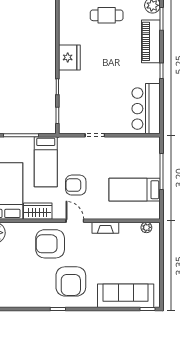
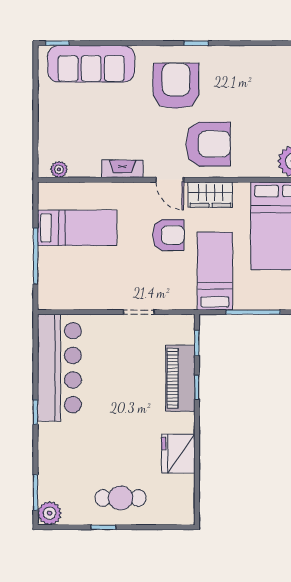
piano: (151, 41) -> (180, 378), moved, turned 180
fridge: (69, 57) -> (178, 454), moved
bar counter: (146, 109) -> (59, 368), width x1.36
wardrobe: (38, 211) -> (210, 195), moved

